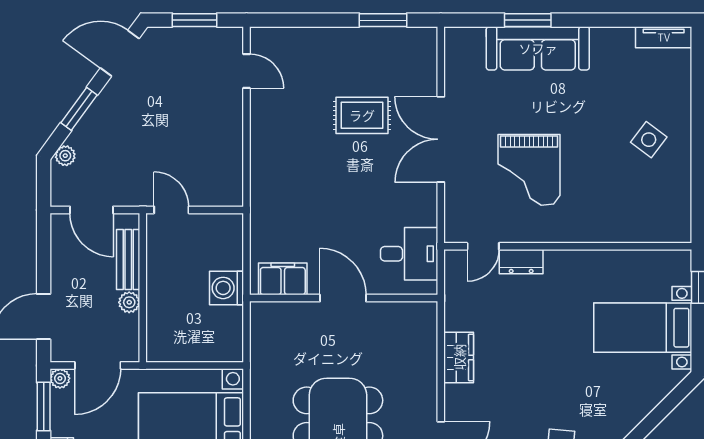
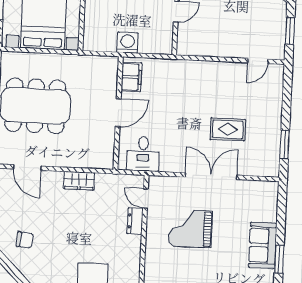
window: (528, 20) -> (279, 259), moved
sofa: (538, 48) -> (263, 245), width x0.73
rug: (362, 115) -> (228, 129), turned 90

